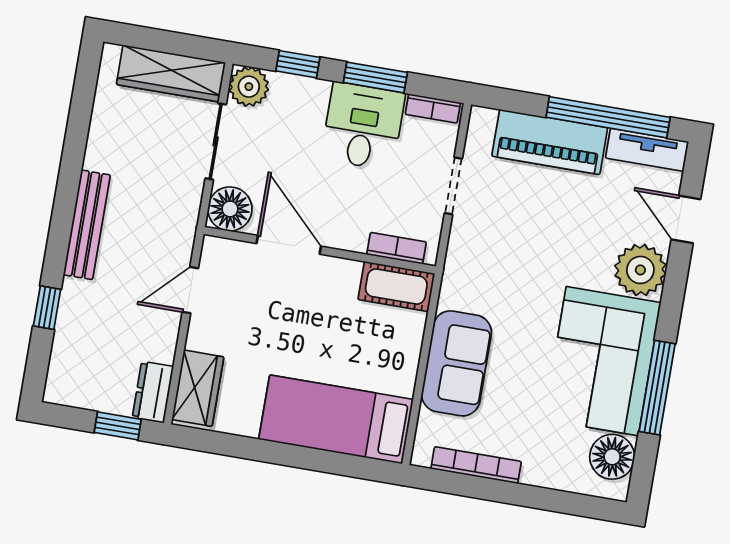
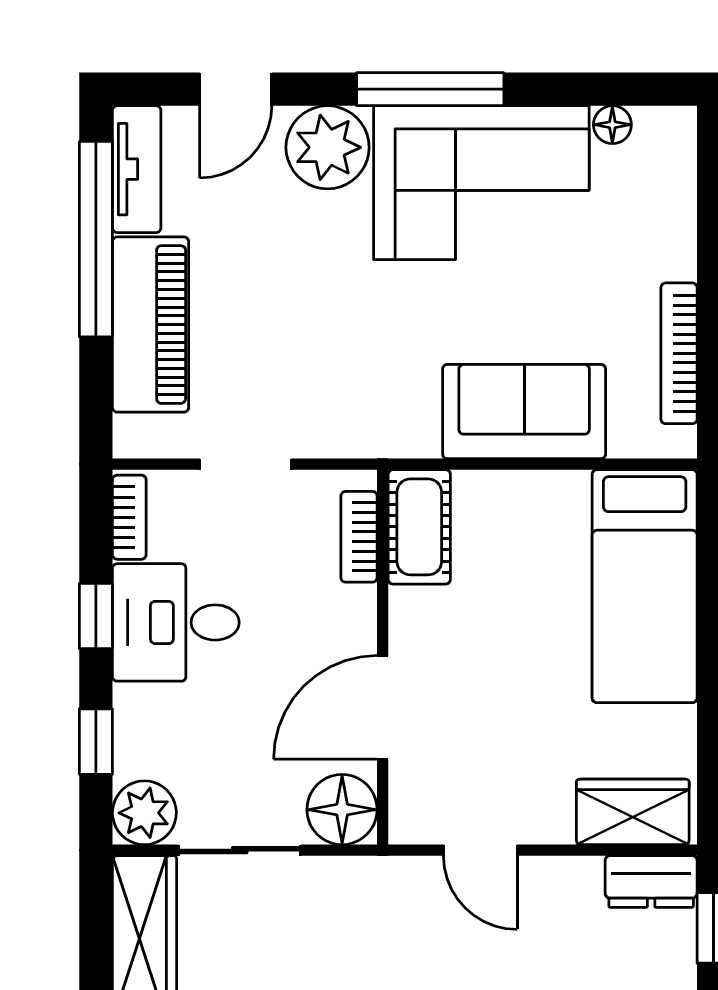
window: (375, 77) -> (96, 616), width x0.67
window: (657, 388) -> (430, 89), moved
floor lamp: (612, 457) -> (612, 125), width x0.53, depth x0.53

